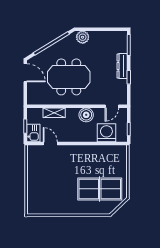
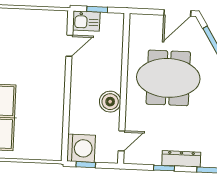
meeting table: (69, 77) -> (168, 78), turned 90
door: (112, 106) -> (122, 141), swing flipped
shelving: (54, 113) -> (115, 54), removed
washing machine: (106, 133) -> (81, 148), moved

